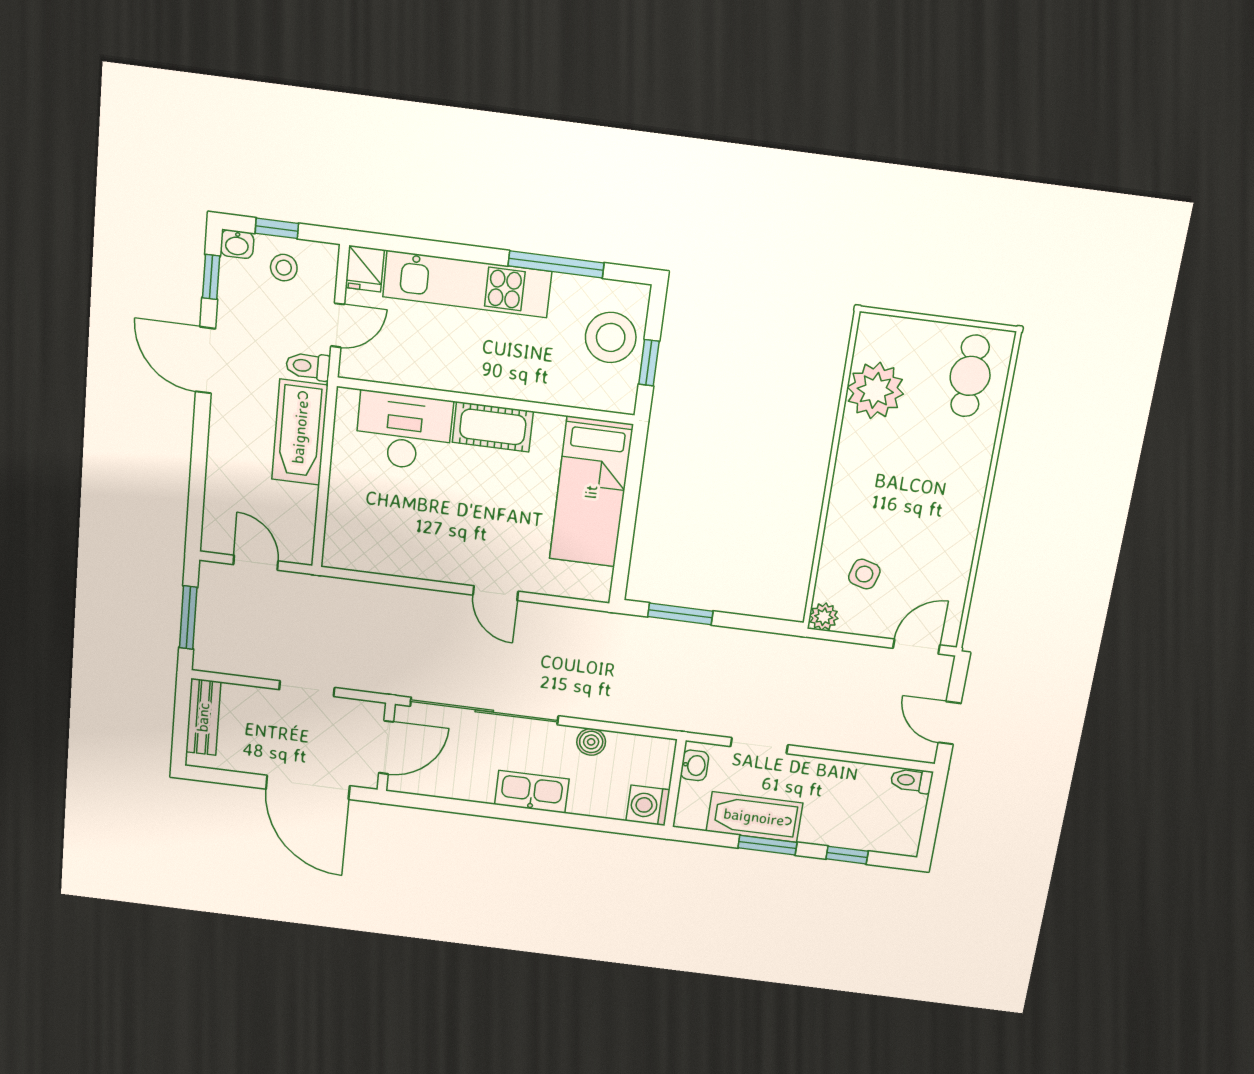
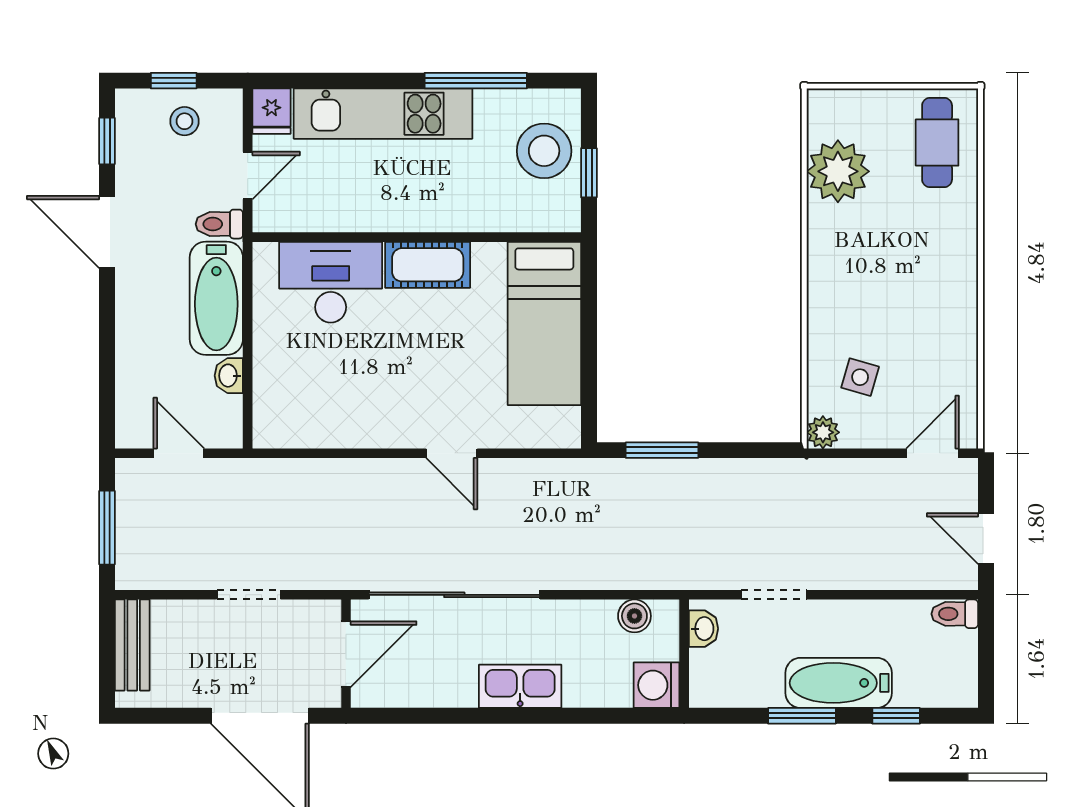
washbasin: (237, 244) -> (229, 376), moved, turned 90
boiler: (591, 742) -> (634, 616), moved
bathtub: (754, 817) -> (839, 683), moved

